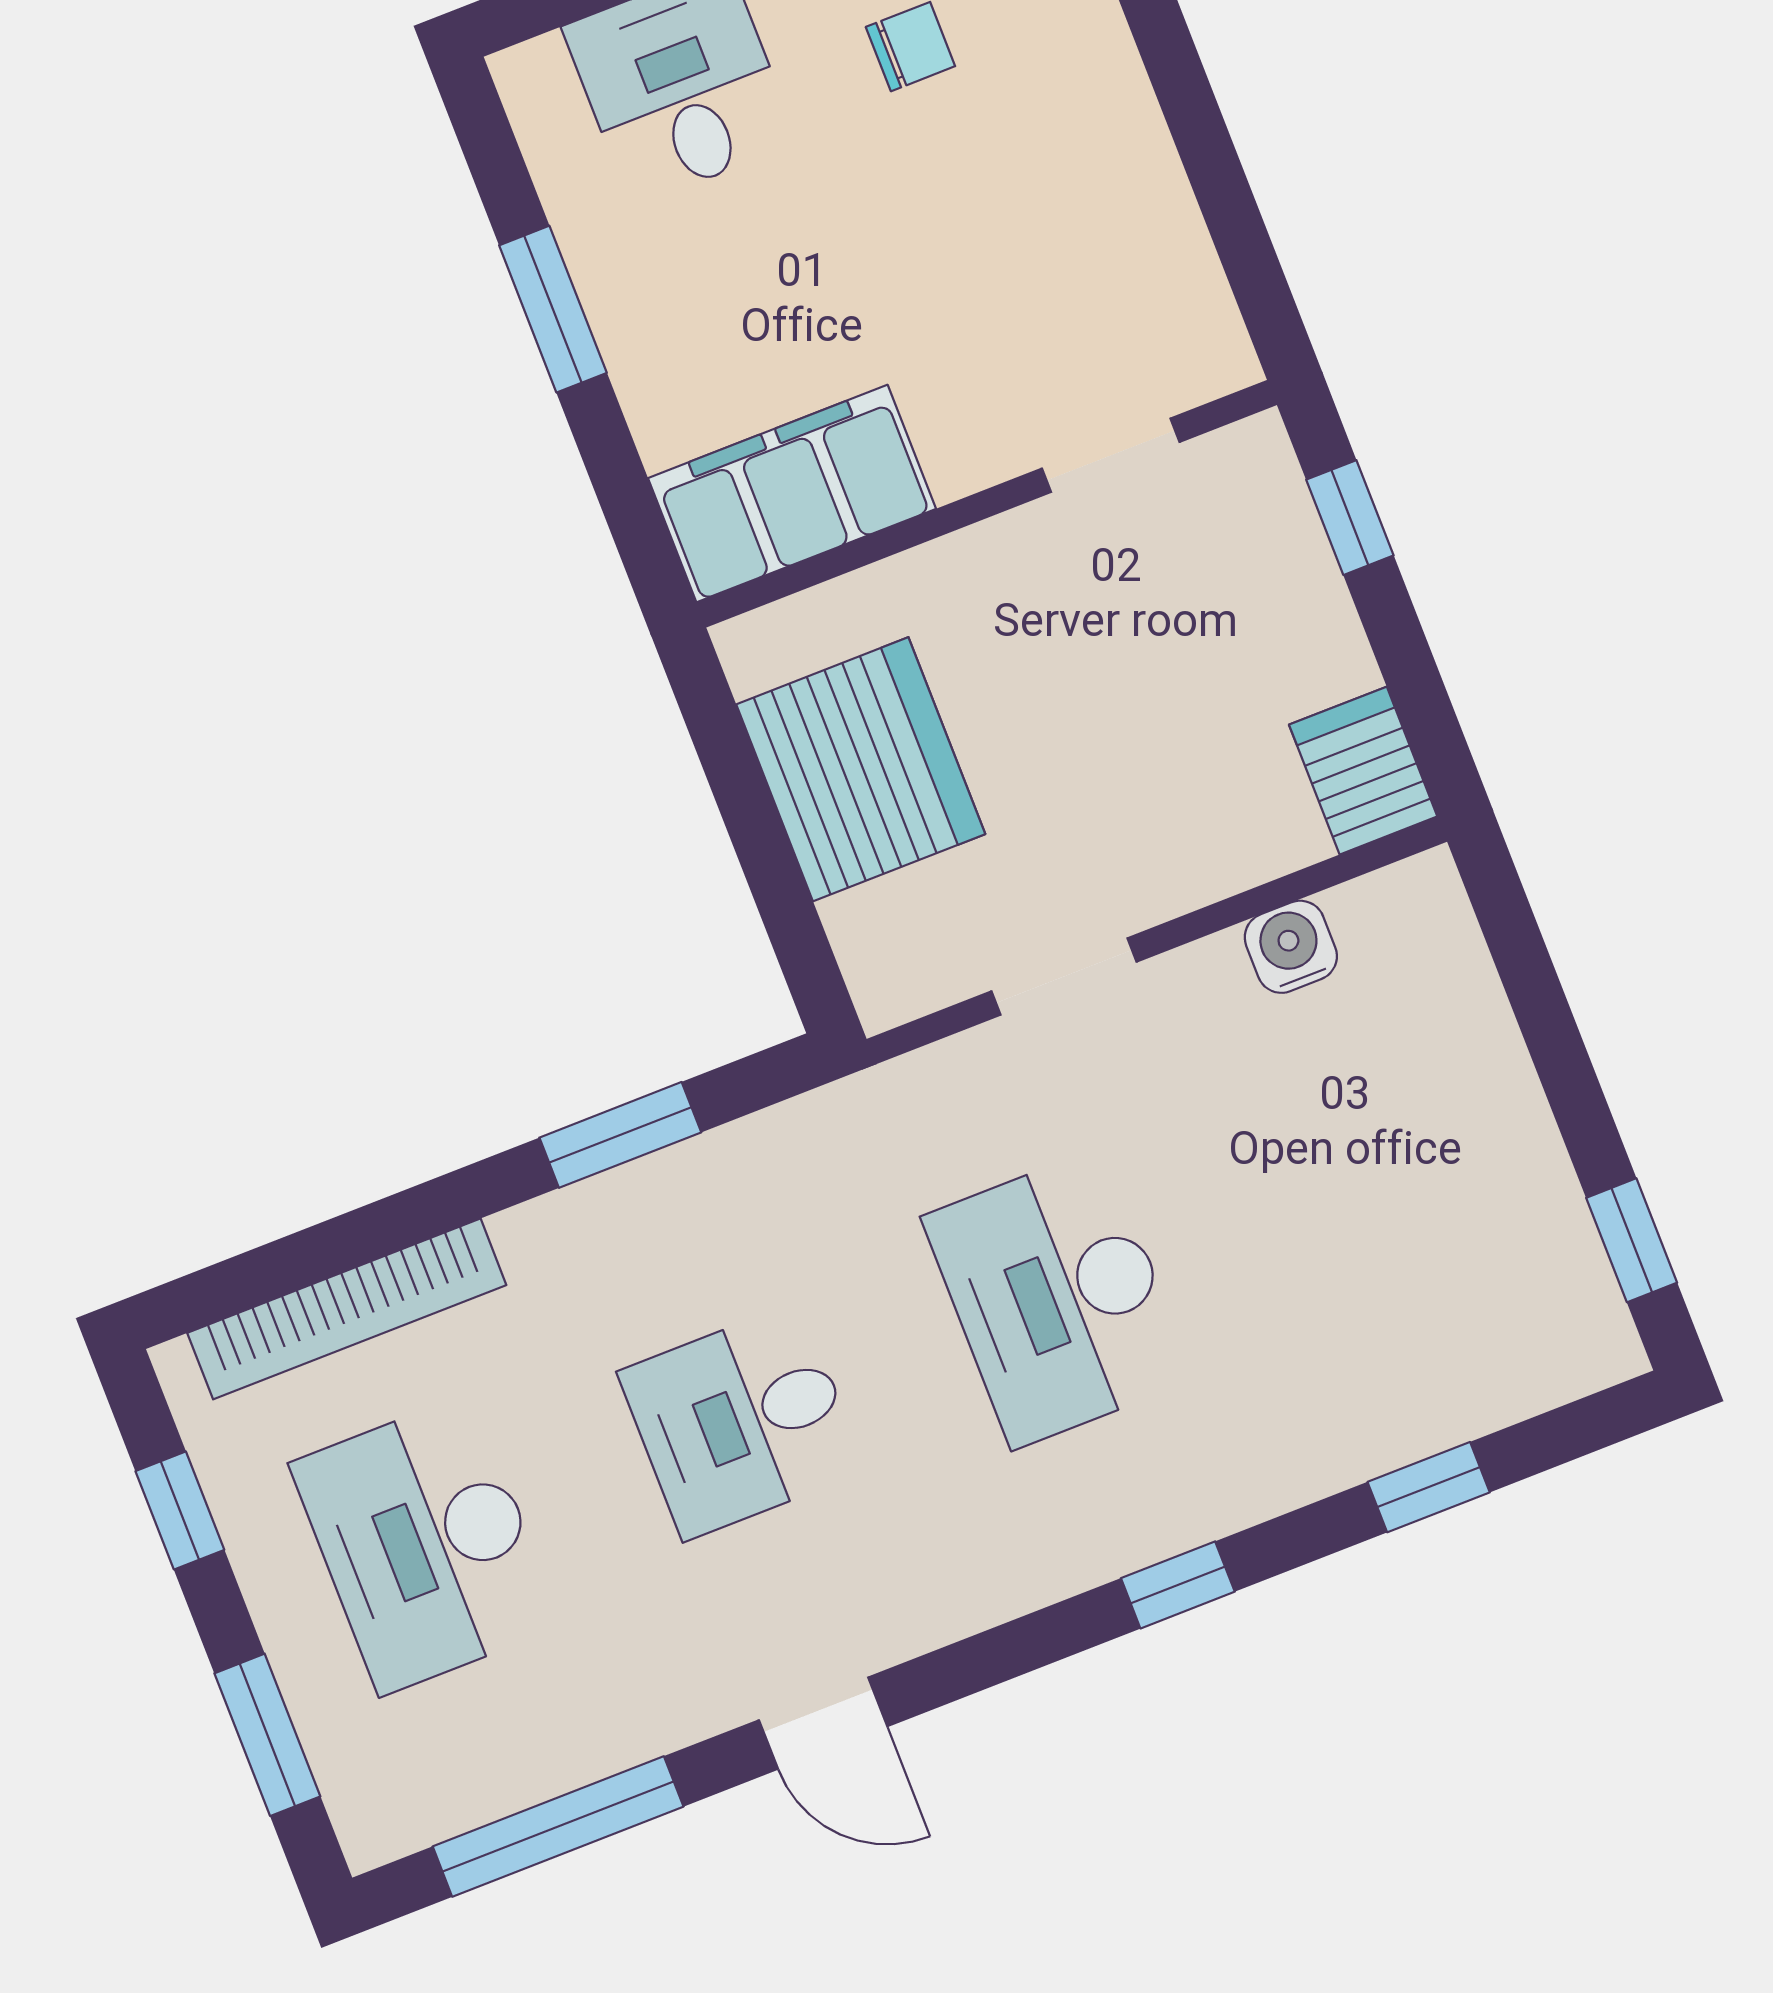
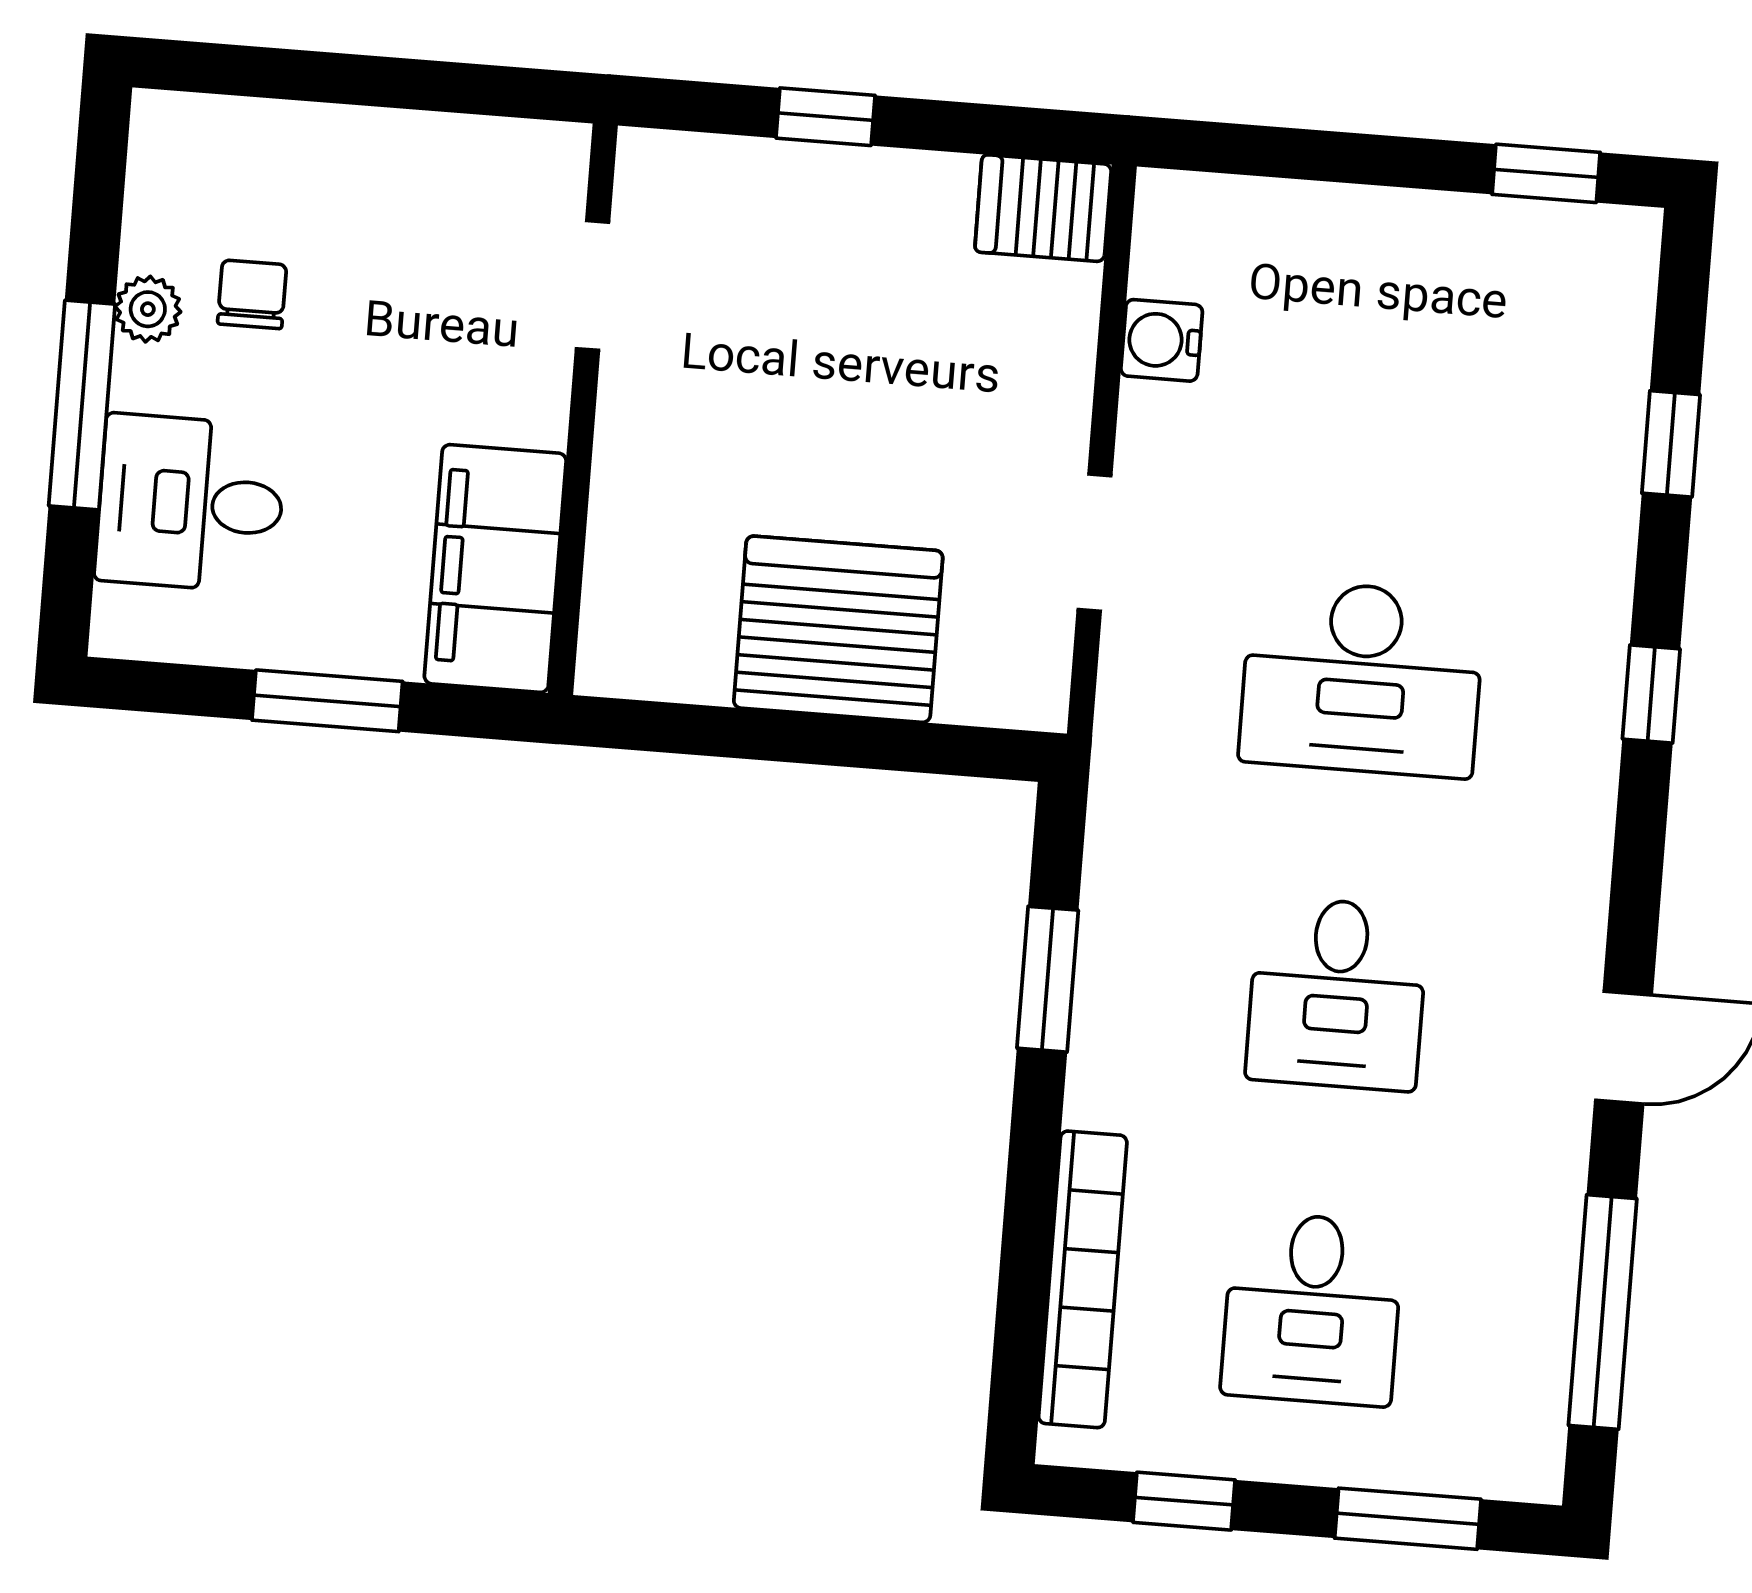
doorway: (1111, 455) -> (593, 285), moved
filing cabinet: (792, 494) -> (495, 569), moved
wall: (987, 504) -> (583, 409), moved
desk: (426, 1545) -> (1312, 1309), width x0.73

